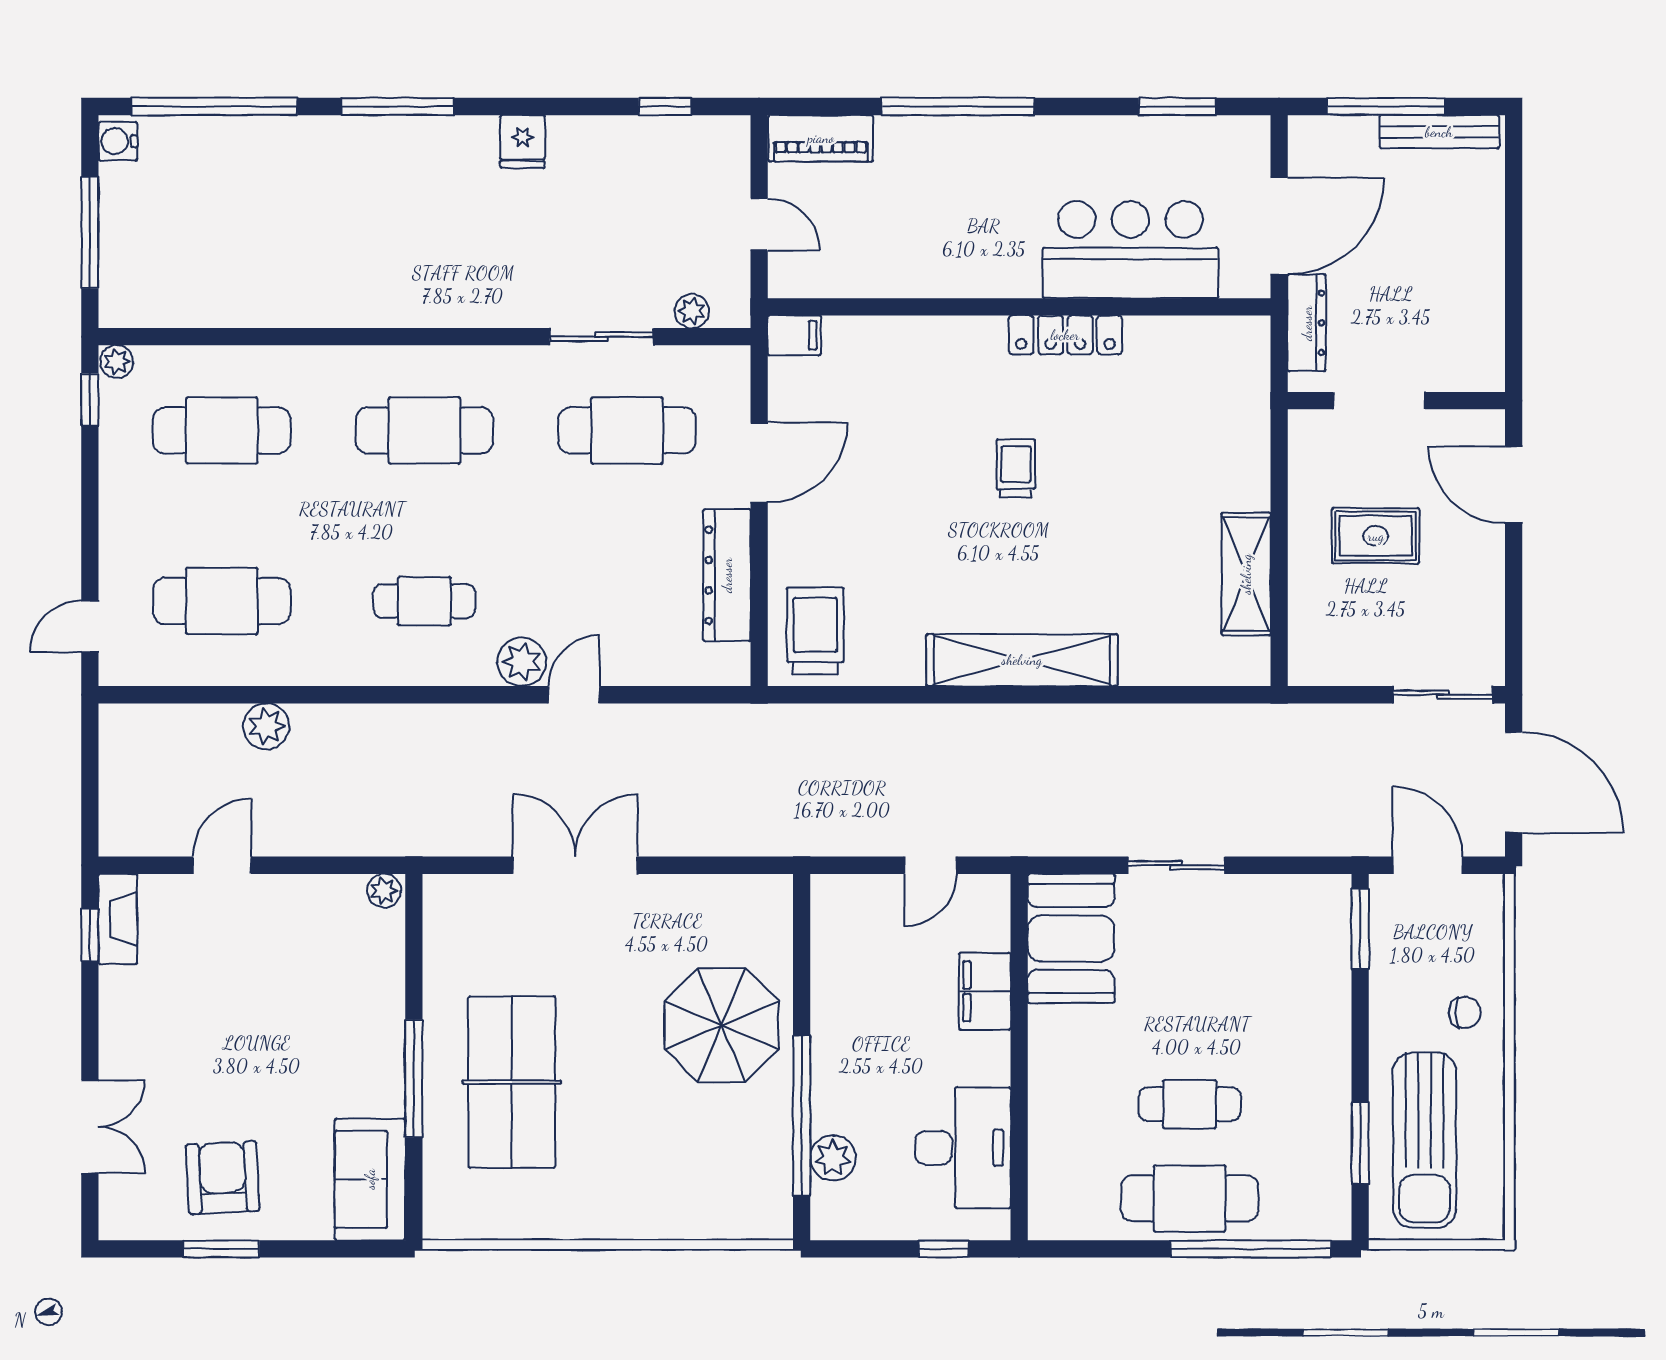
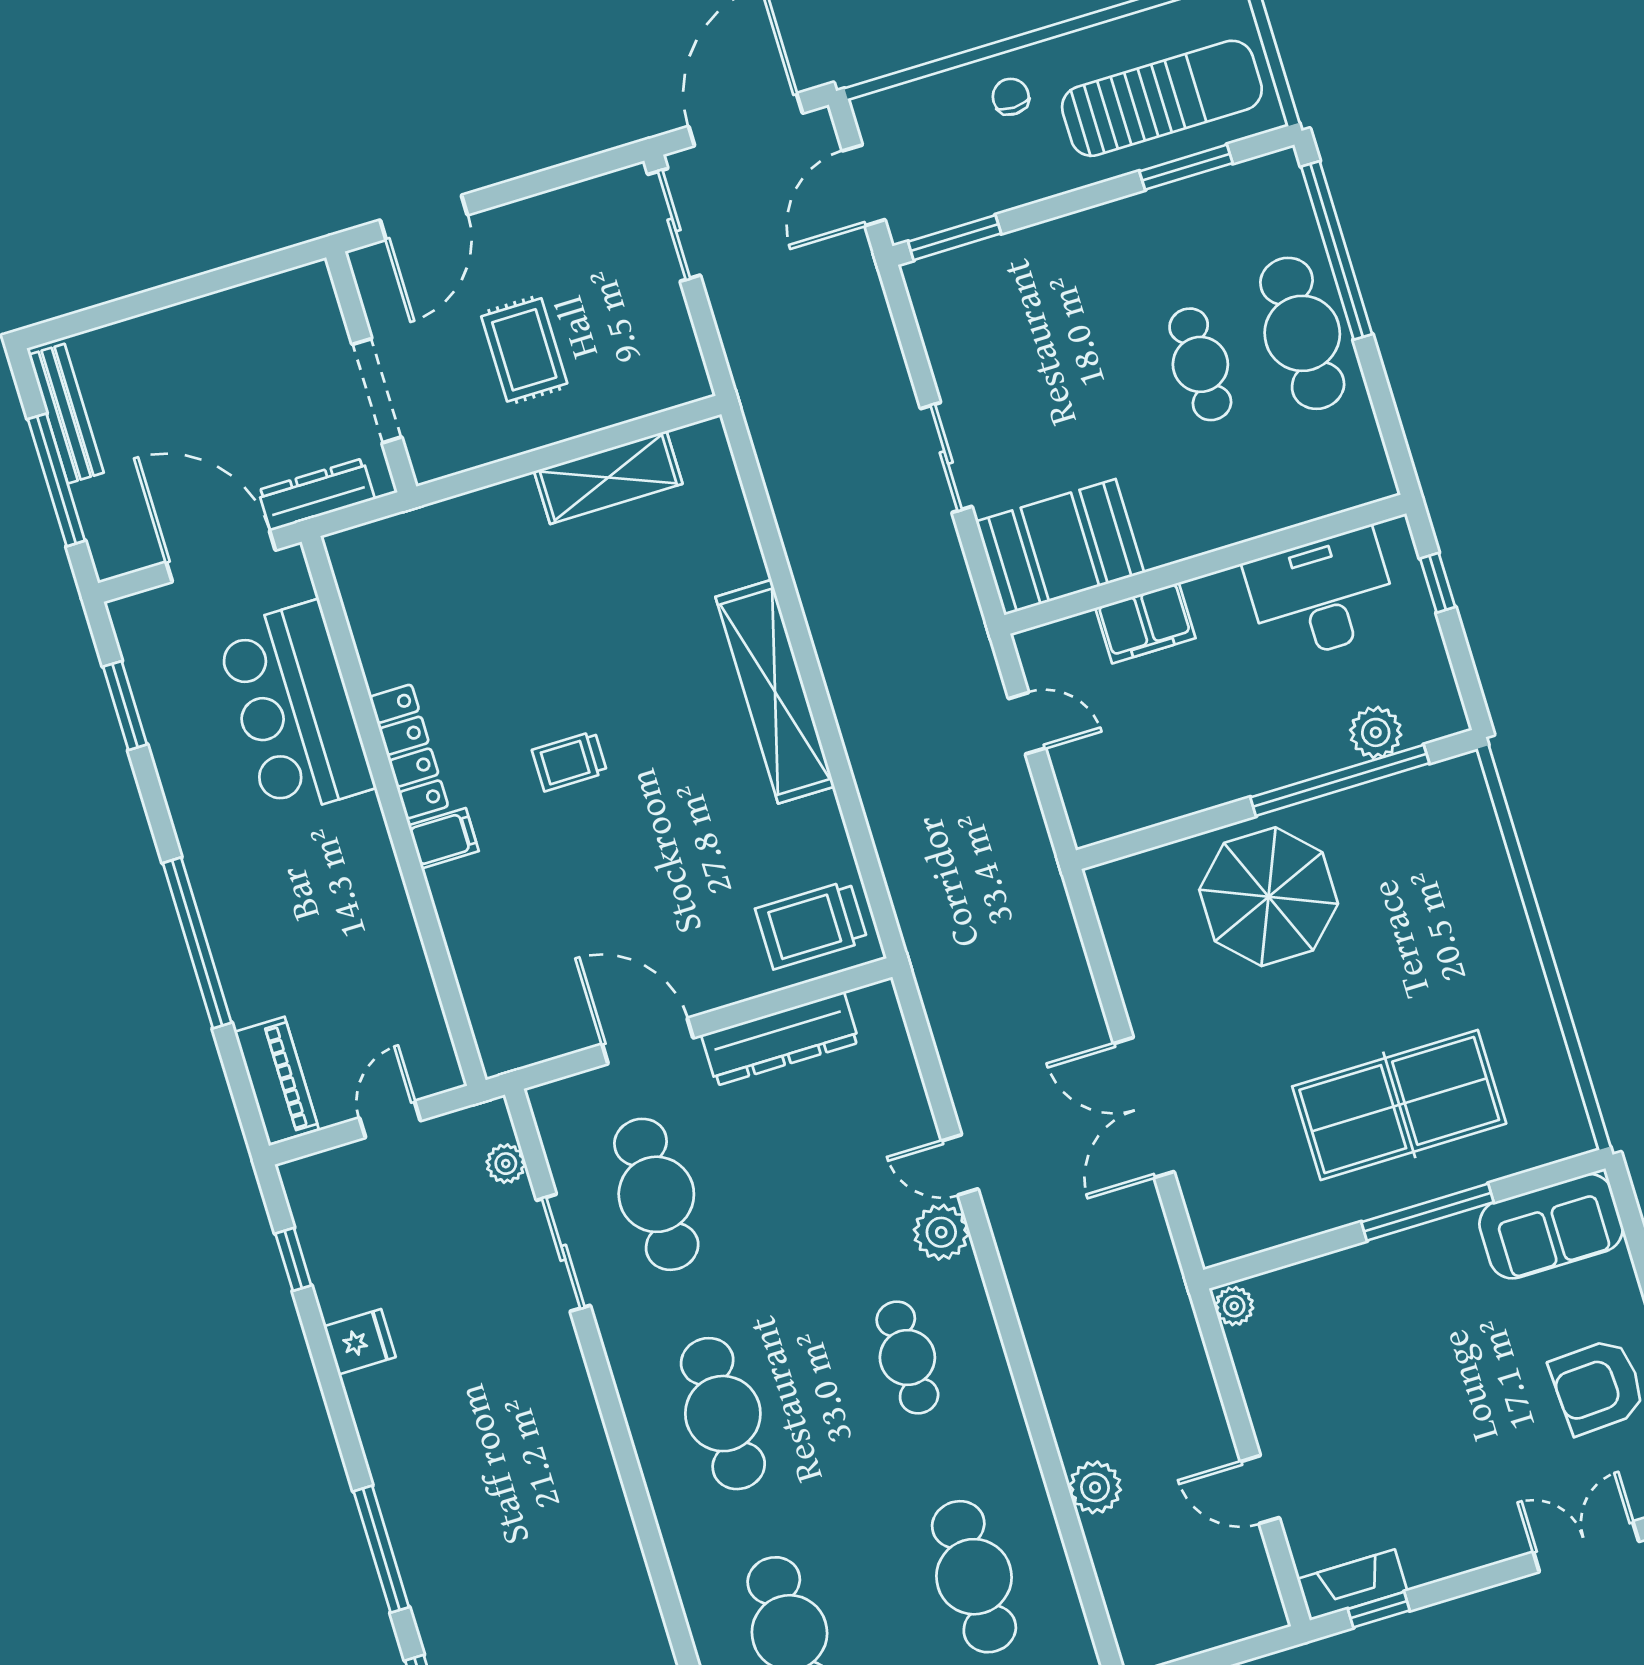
fridge: (522, 142) -> (360, 1342), moved
filing cabinet: (794, 335) -> (444, 838), moved, turned 90

